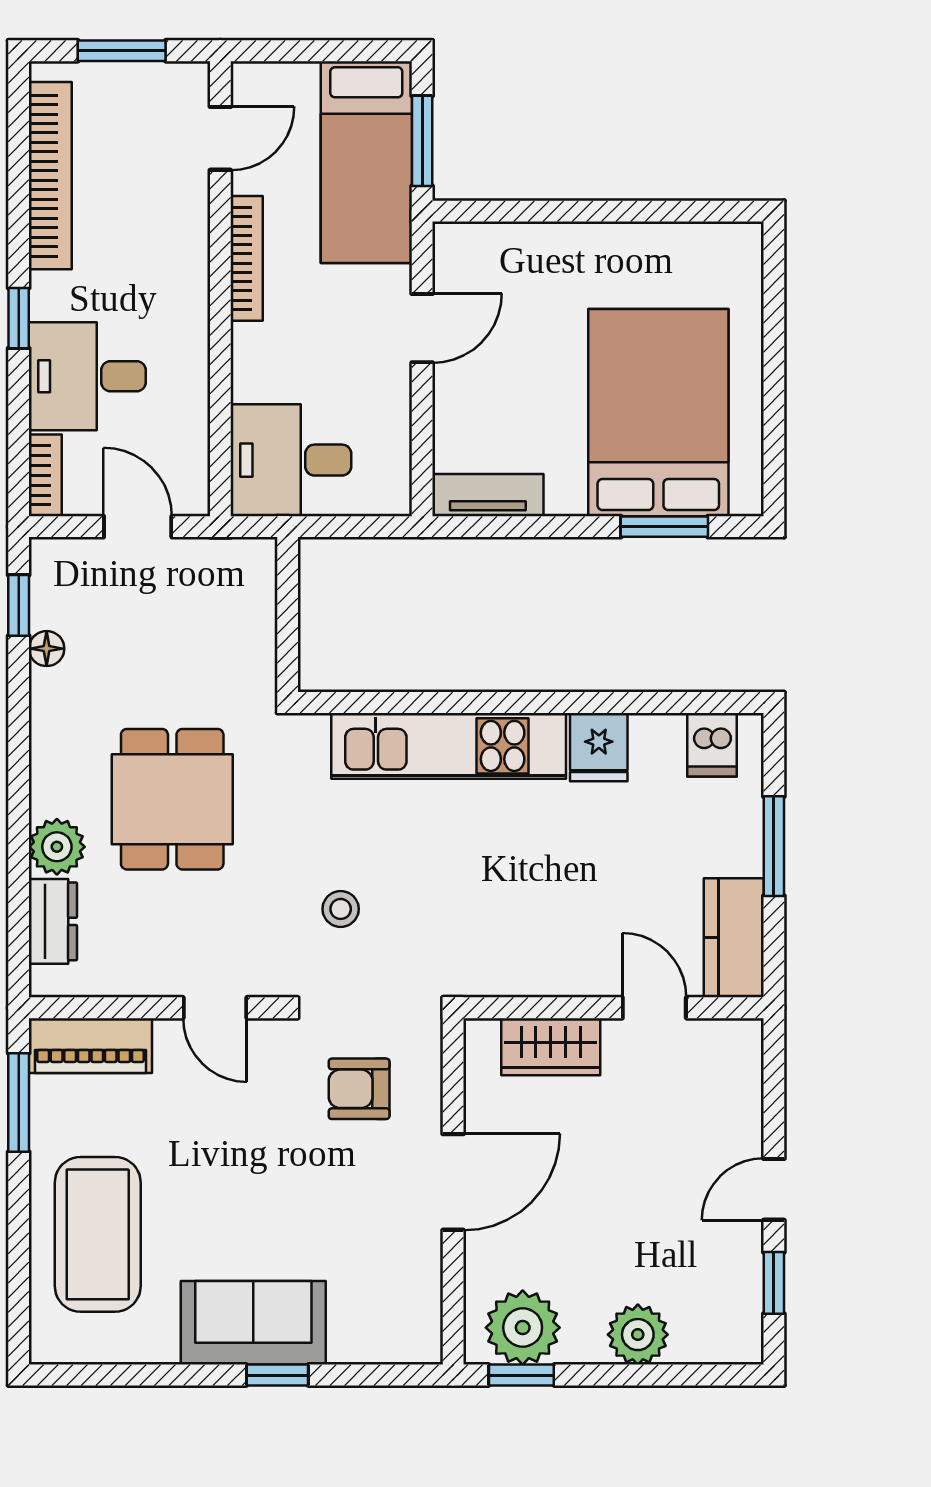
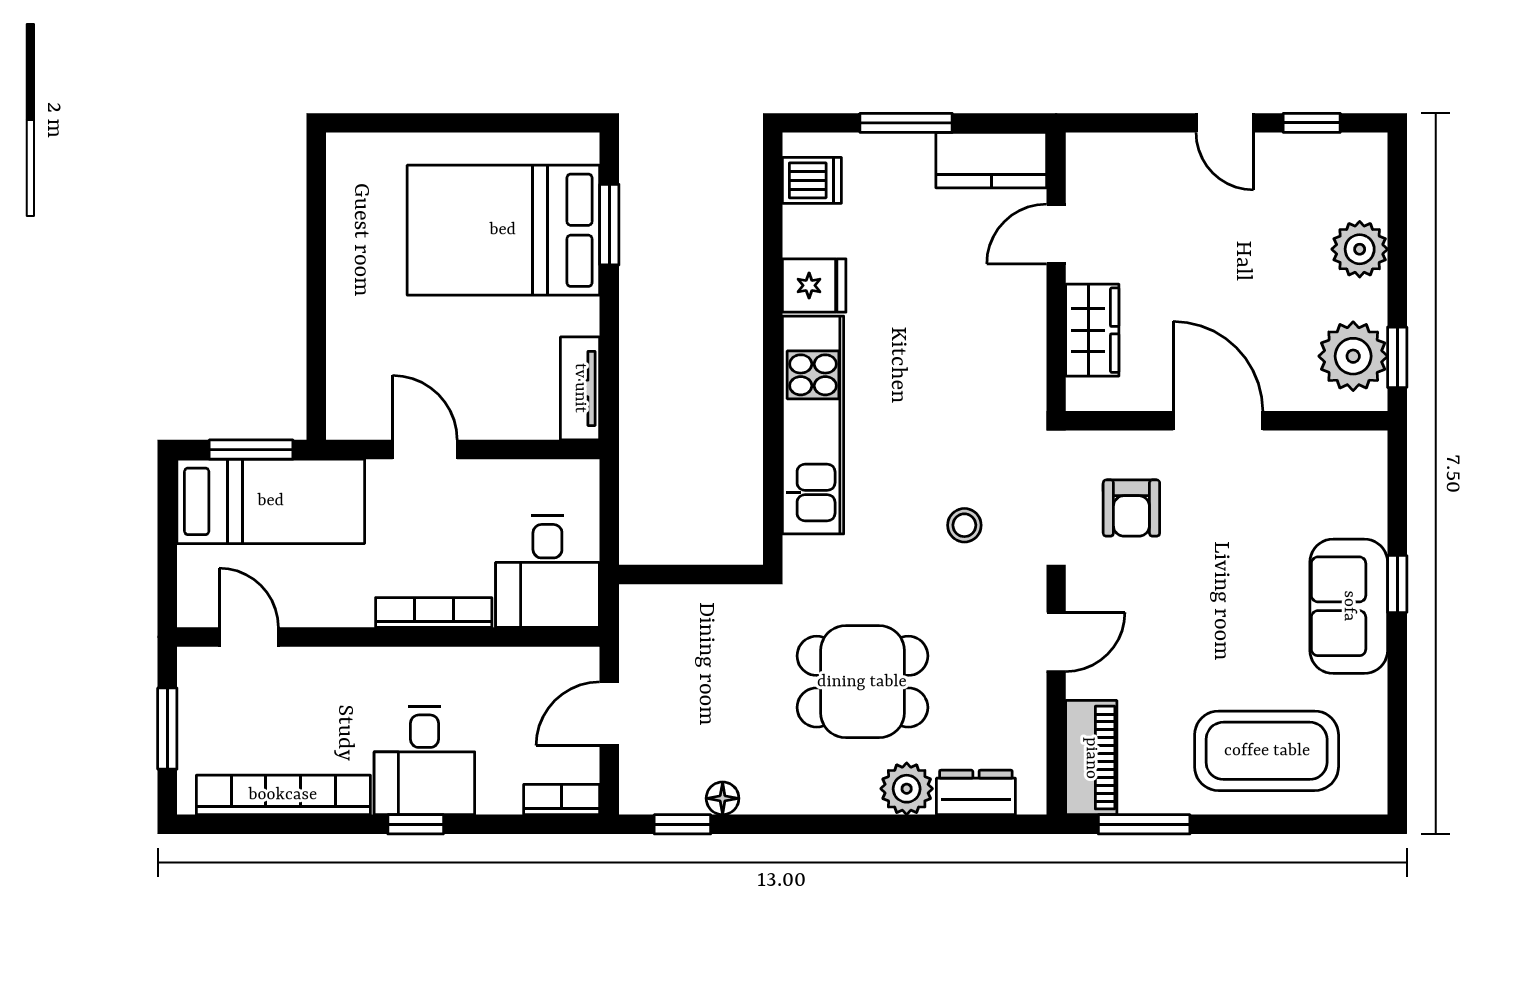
bookcase: (247, 258) -> (434, 612), moved
desk: (87, 376) -> (424, 760), moved

